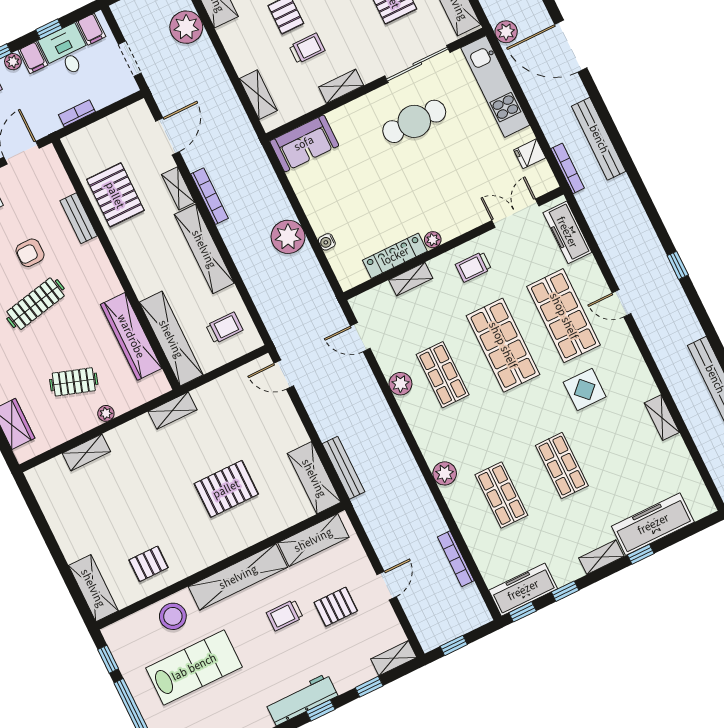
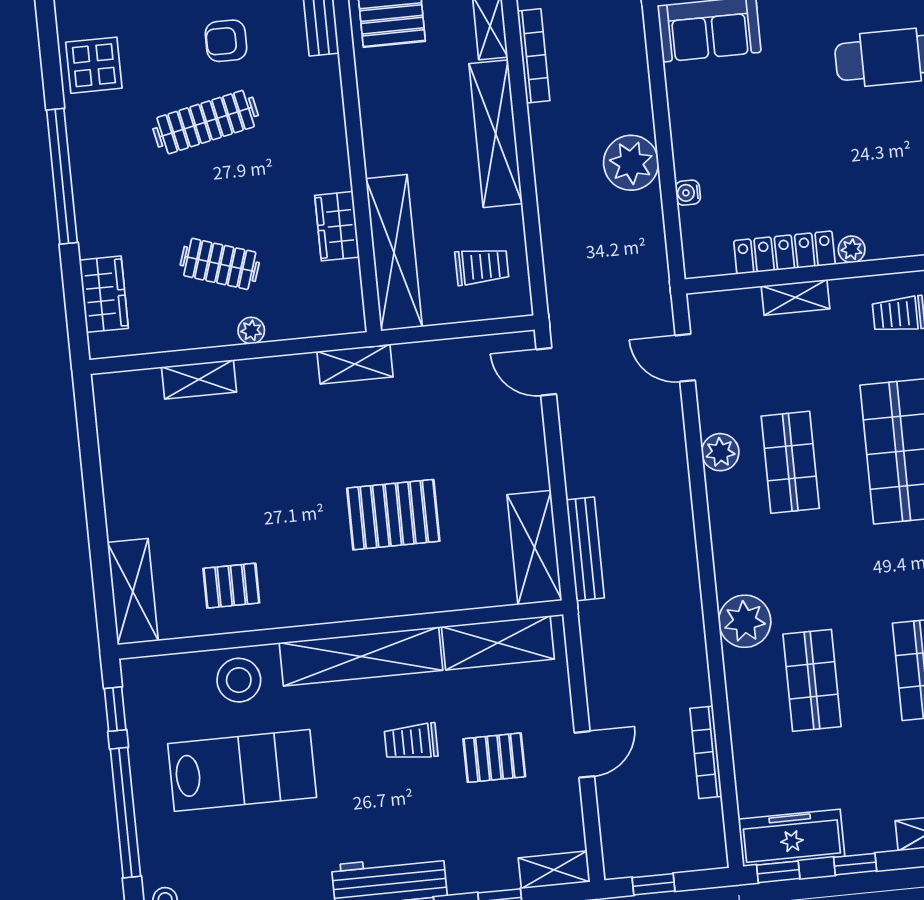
wardrobe: (131, 336) -> (337, 226), width x0.48, depth x0.85
plant: (445, 473) -> (745, 621), width x1.36, depth x1.36

